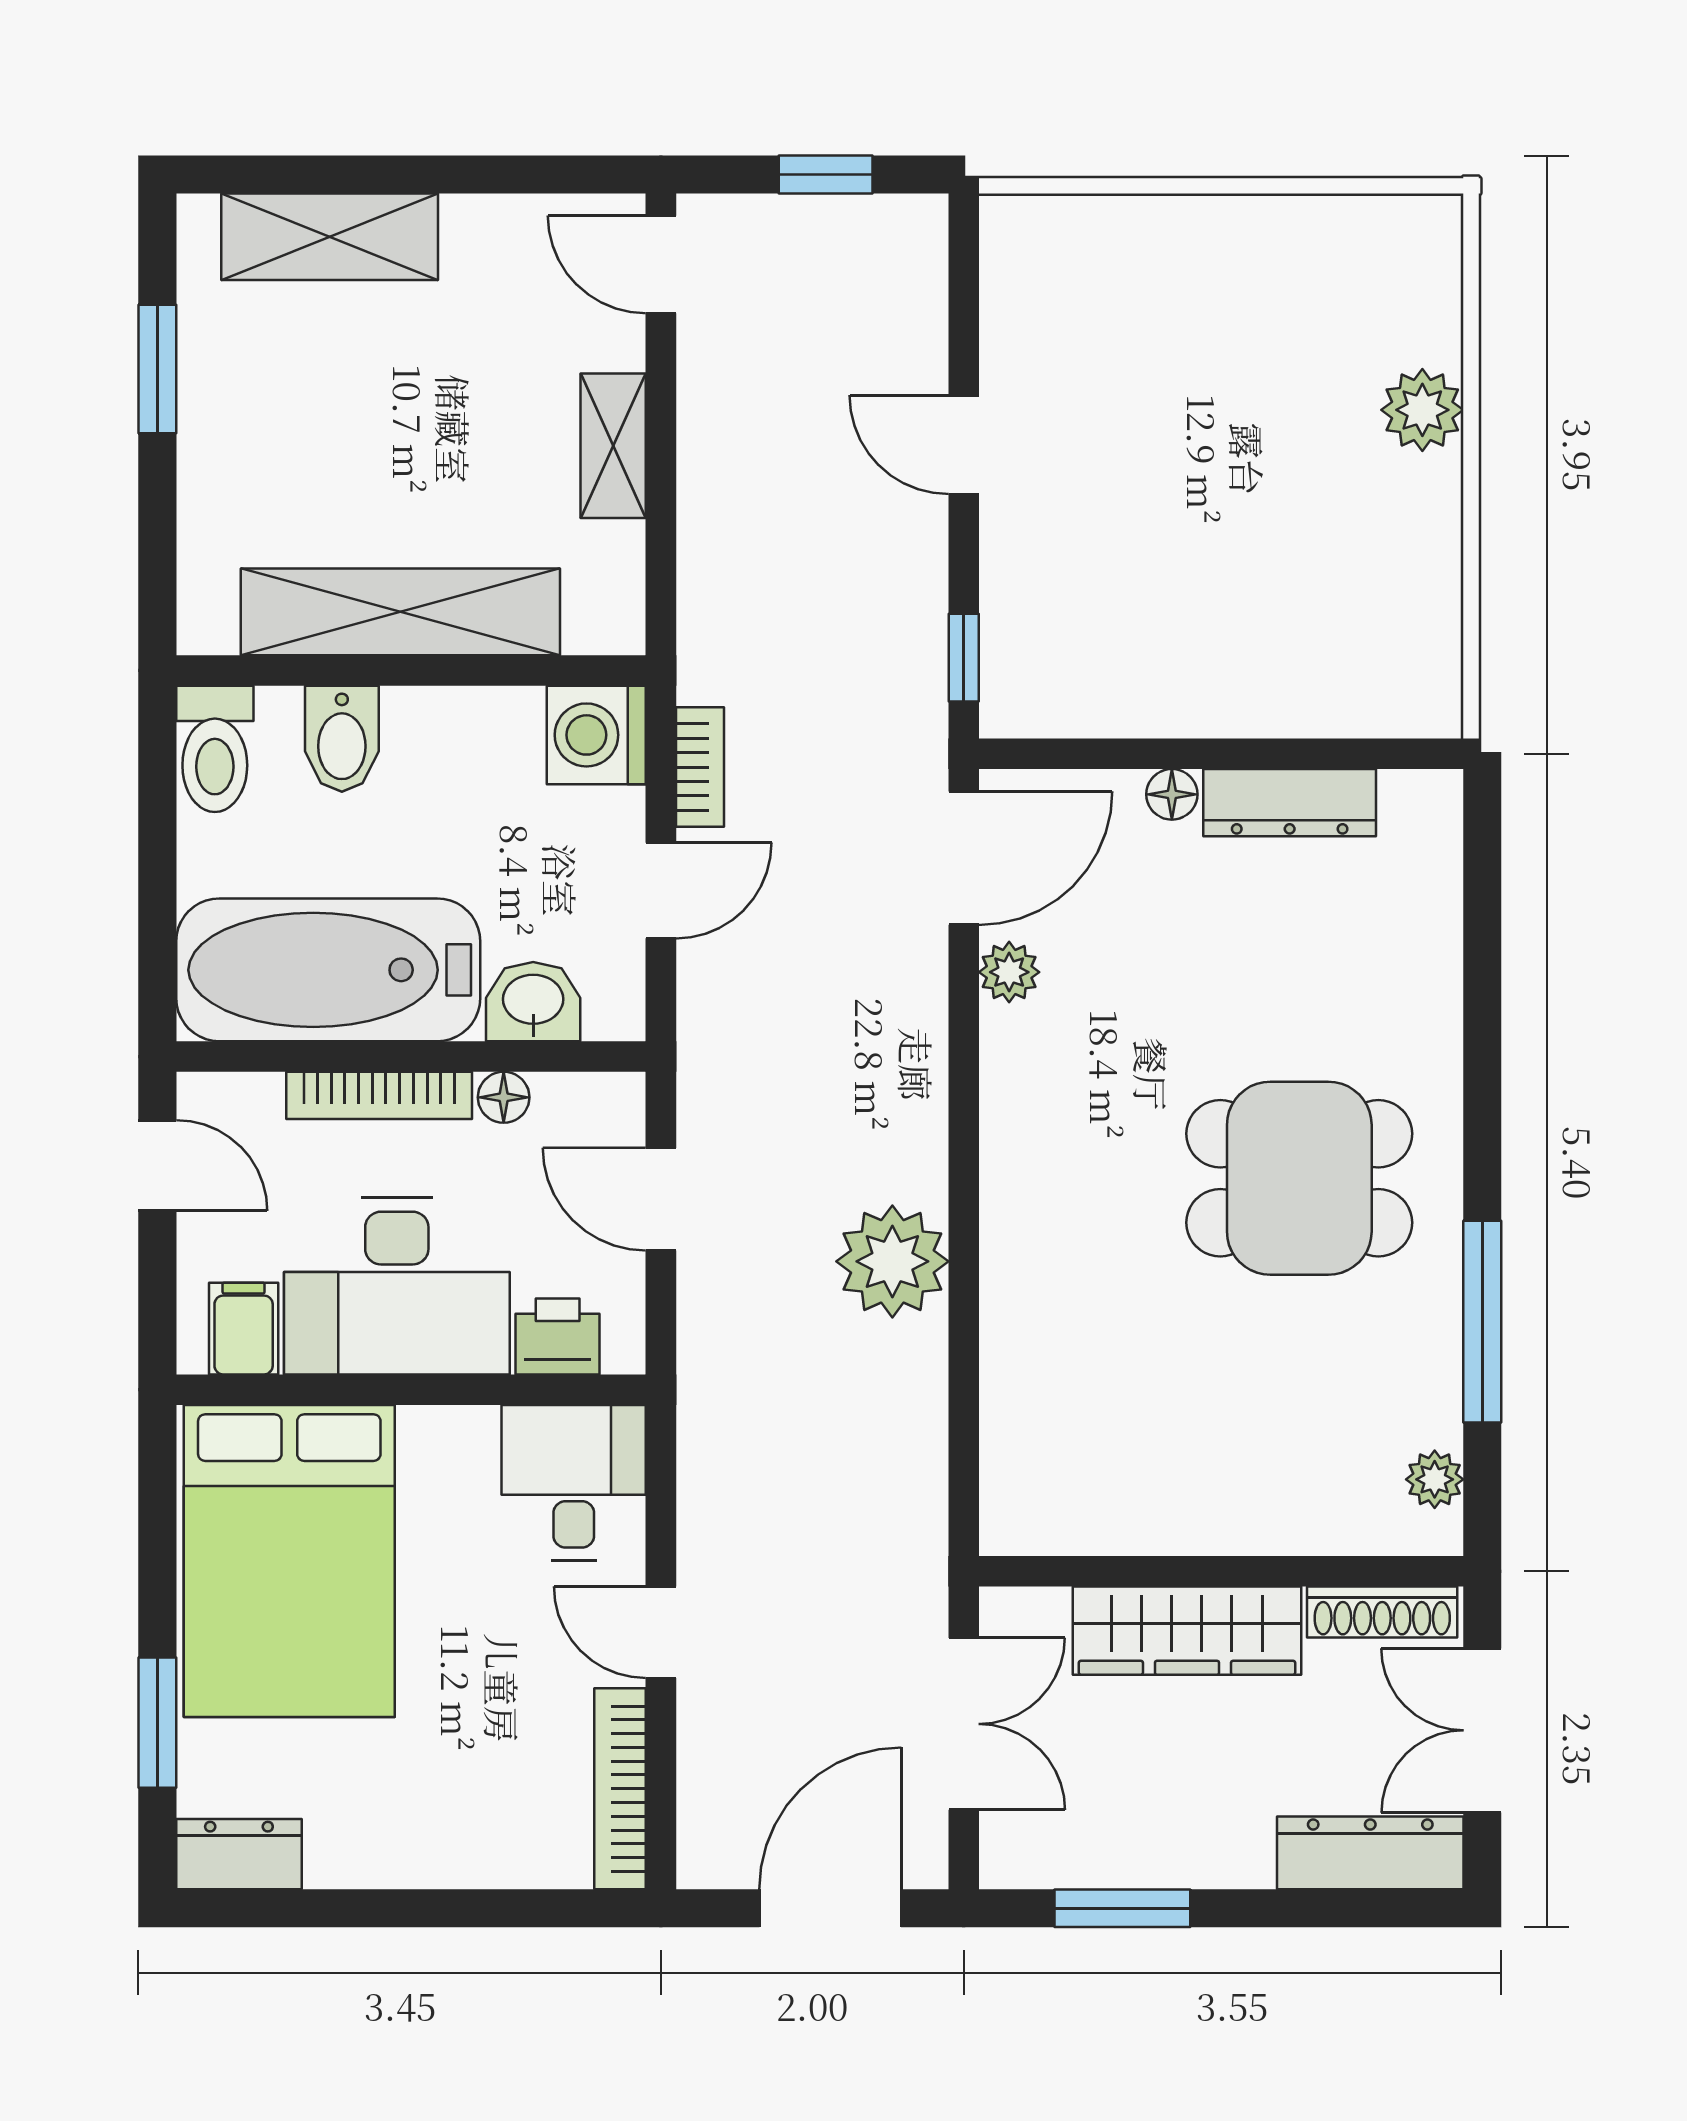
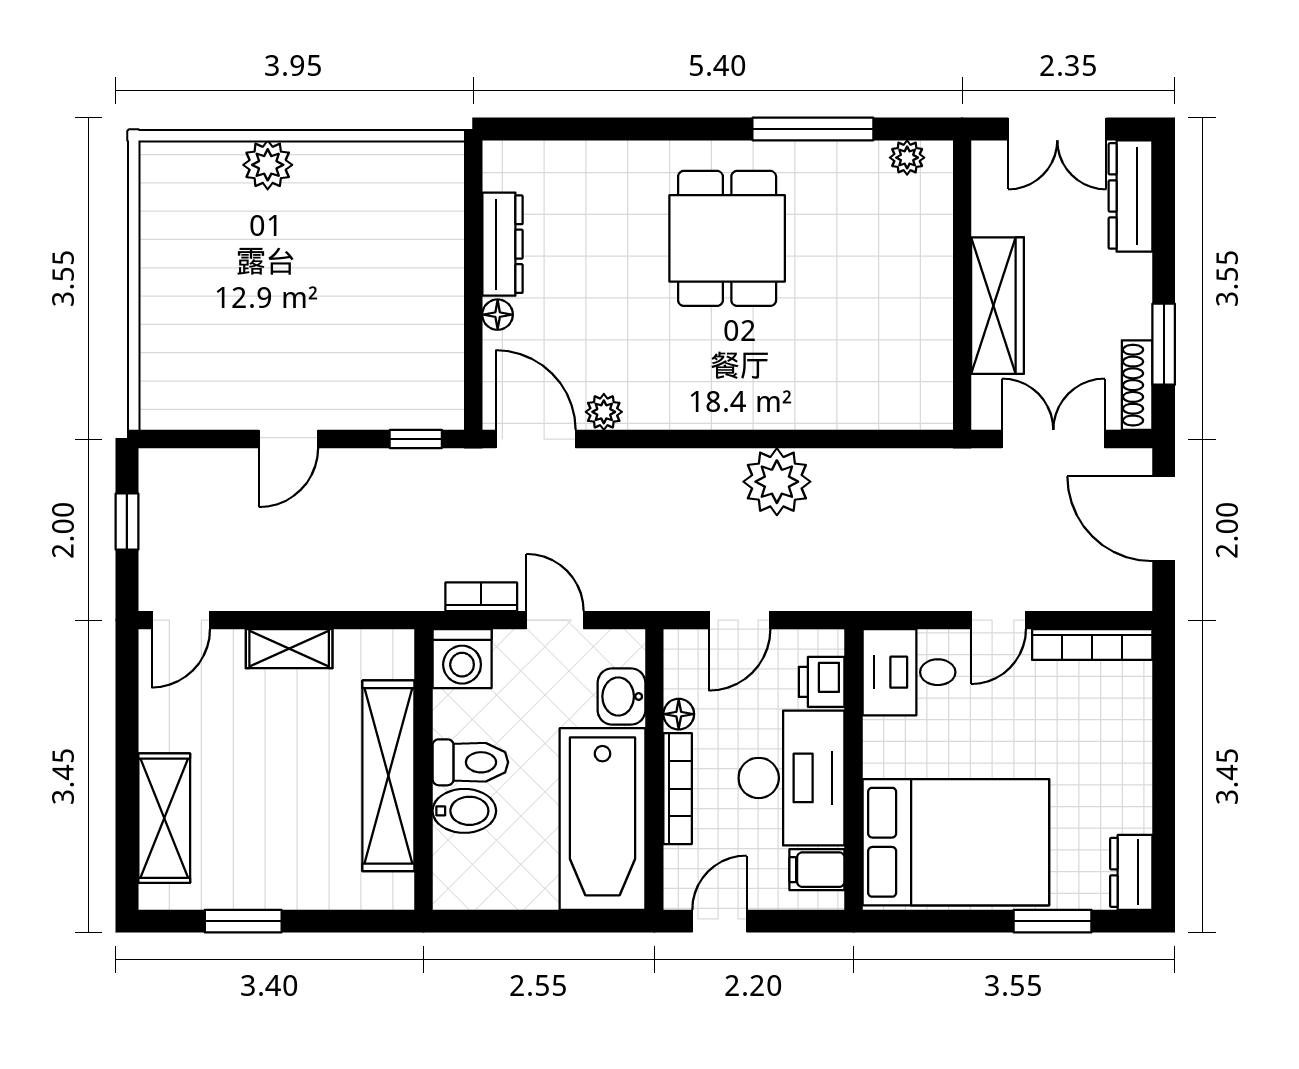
toilet: (215, 749) -> (470, 762), moved
shoe rack: (1382, 1612) -> (1137, 385), moved, turned 180

